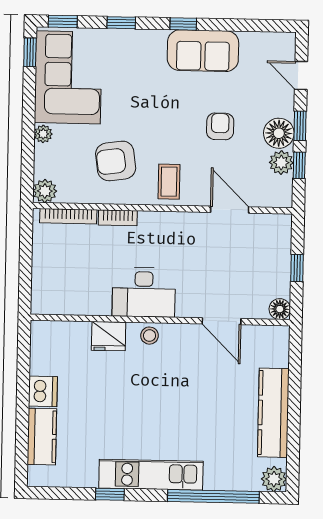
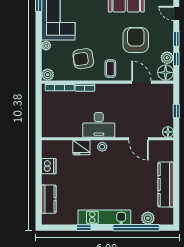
armchair: (220, 126) -> (136, 40), width x1.88, depth x1.88
floor lamp: (279, 133) -> (166, 72), moved
dishwasher: (43, 391) -> (49, 166), moved
plant: (274, 479) -> (148, 218), moved

